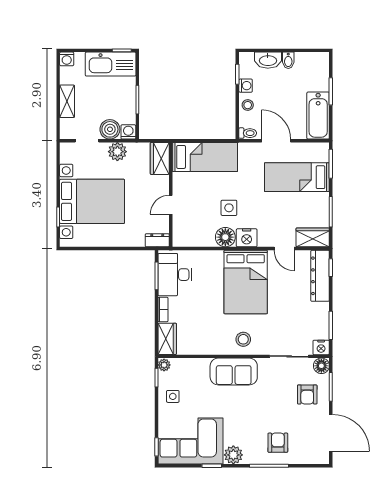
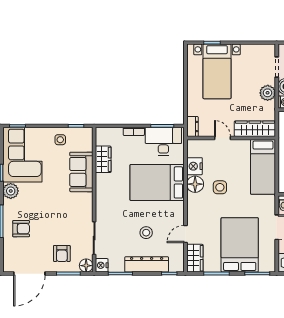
wardrobe: (160, 158) -> (255, 129), width x1.50
bed: (297, 177) -> (240, 245), width x1.50
bed with nightstands: (92, 201) -> (217, 71), width x0.73
nightstand: (247, 238) -> (194, 166), moved
dresser: (320, 276) -> (147, 264), moved
bed: (246, 282) -> (157, 182), moved
wardrobe: (167, 339) -> (103, 159), moved, turned -90
stool: (243, 339) -> (146, 233), moved
plant: (164, 365) -> (87, 132), removed
sofa: (234, 372) -> (81, 172), moved
armchair: (307, 394) -> (62, 254), turned -90

